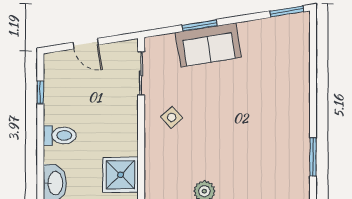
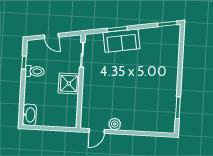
side table: (172, 117) -> (98, 81), removed
toilet: (60, 135) -> (35, 71), moved
shower: (120, 175) -> (69, 83), moved

